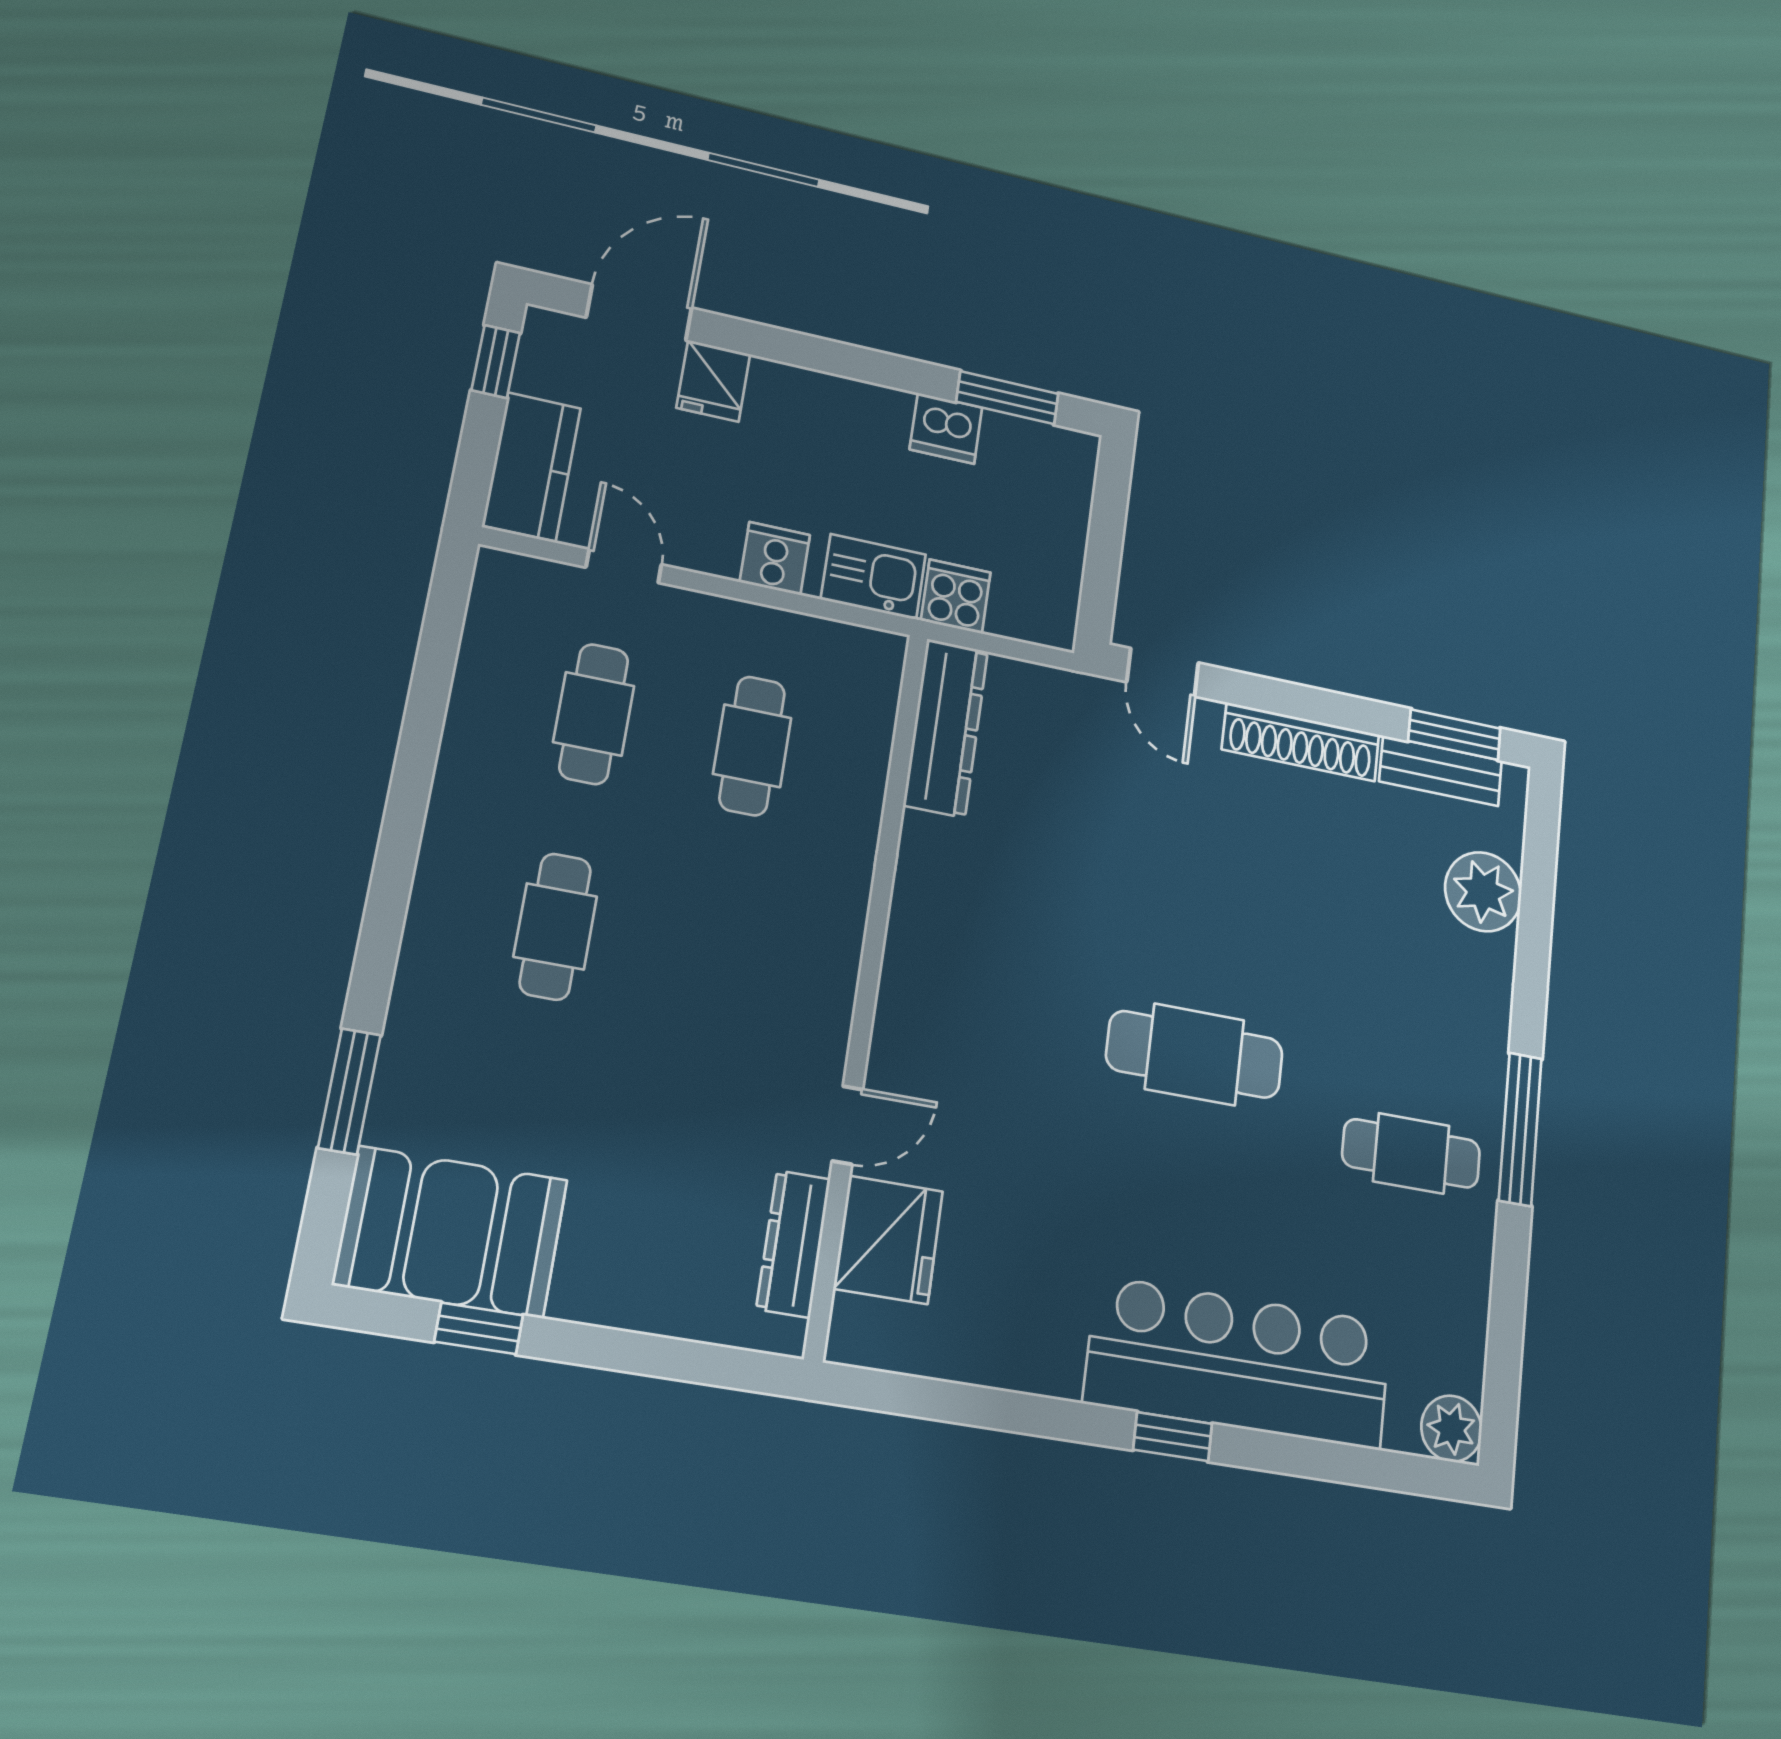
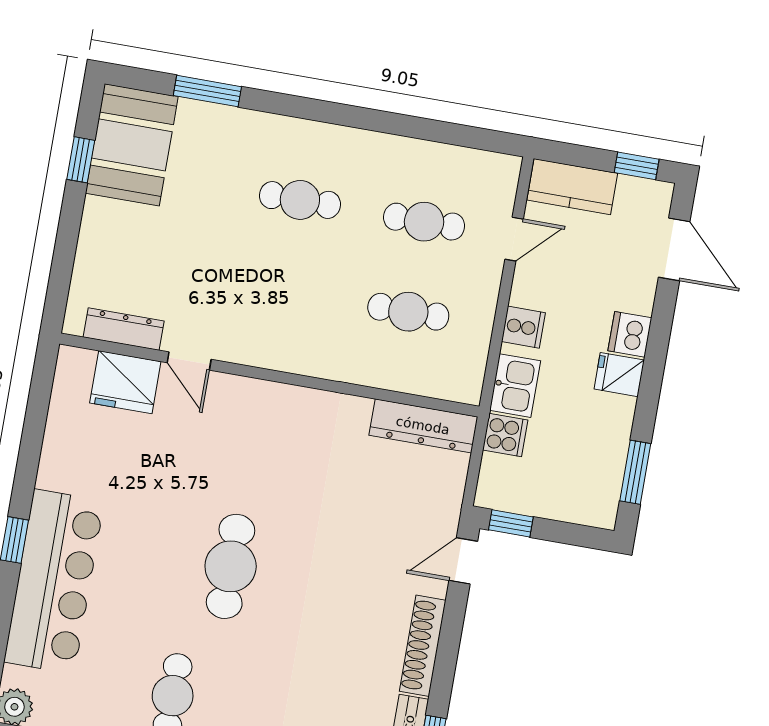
fridge: (713, 381) -> (619, 375), moved
dishwasher: (946, 428) -> (630, 334), moved
window: (1098, 594) -> (511, 523), added

